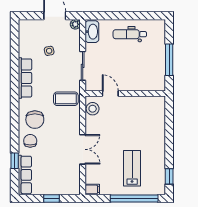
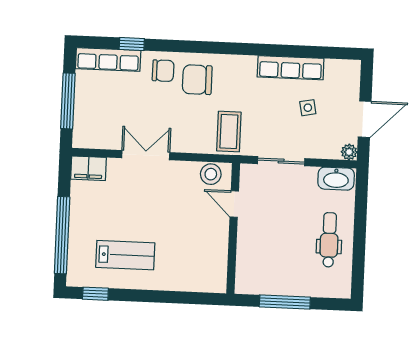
row of seats: (25, 78) -> (291, 68), moved
door: (110, 93) -> (234, 204), swing flipped
double door: (83, 149) -> (146, 155), swing flipped
lab bench: (132, 168) -> (125, 255), moved
filing cabinet: (92, 189) -> (88, 168), width x2.00
window: (51, 199) -> (68, 101), width x2.17

